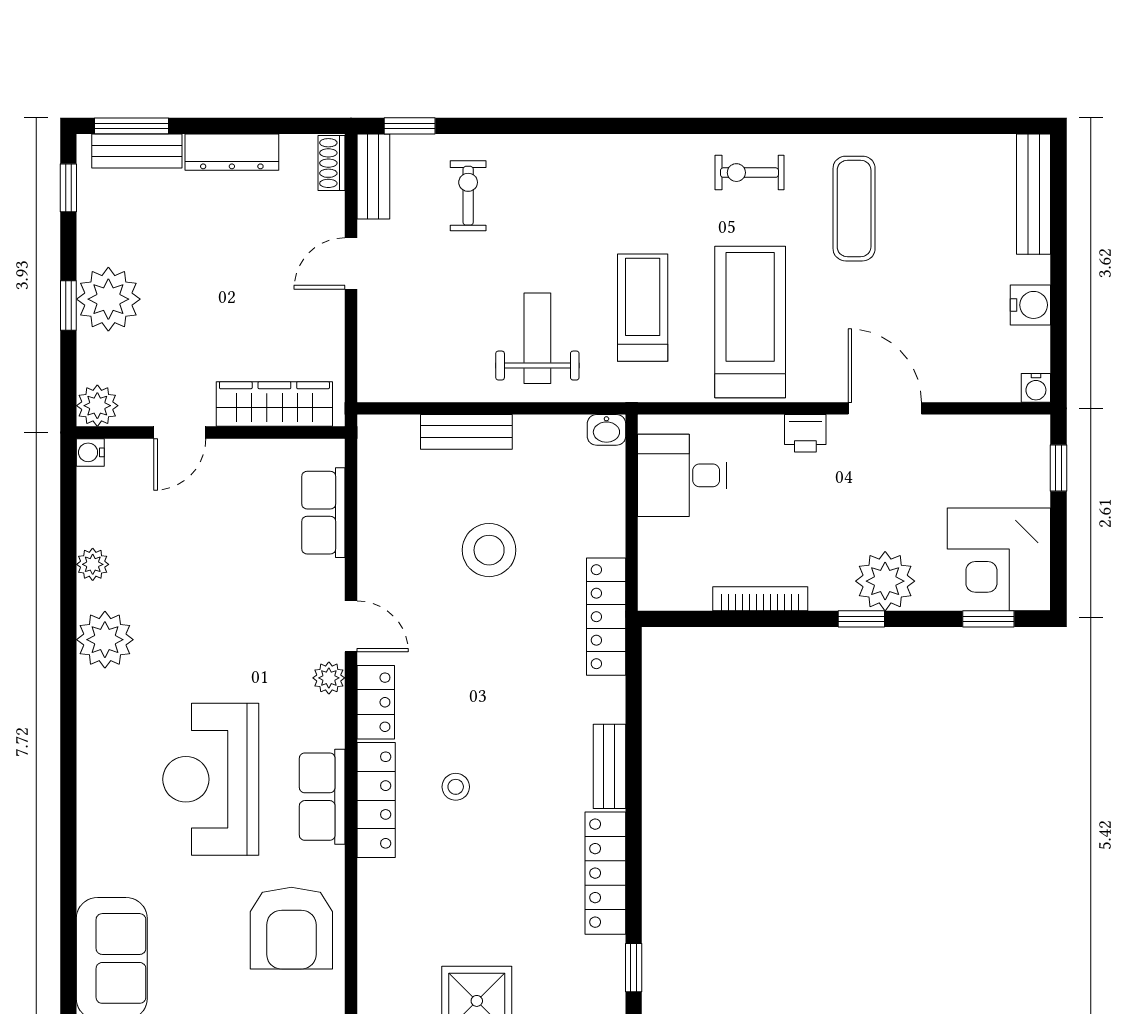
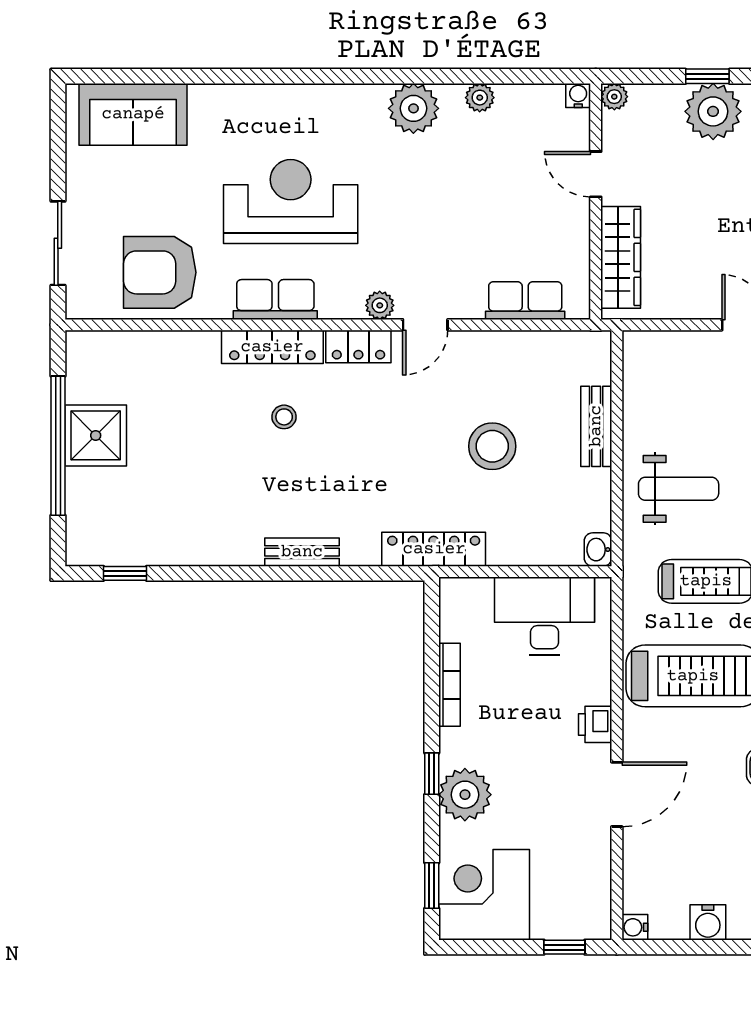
plant: (97, 406) -> (614, 97), width x0.73, depth x0.73
desk: (682, 475) -> (544, 616), width x1.37
locker: (605, 873) -> (208, 549), removed

